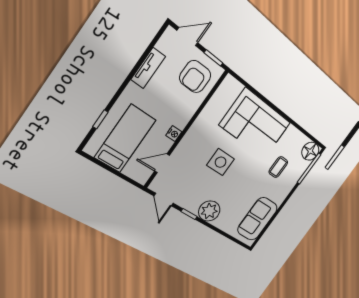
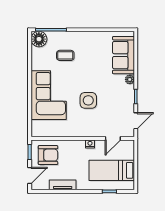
door: (187, 37) -> (30, 175), swing flipped
door: (162, 163) -> (113, 138), hinge flipped
plant: (209, 211) -> (130, 79), width x0.53, depth x0.53
sofa: (258, 219) -> (123, 55), moved, turned 90

